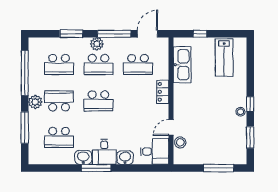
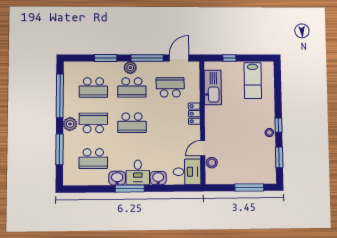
school desk: (138, 64) -> (170, 87), turned 180

